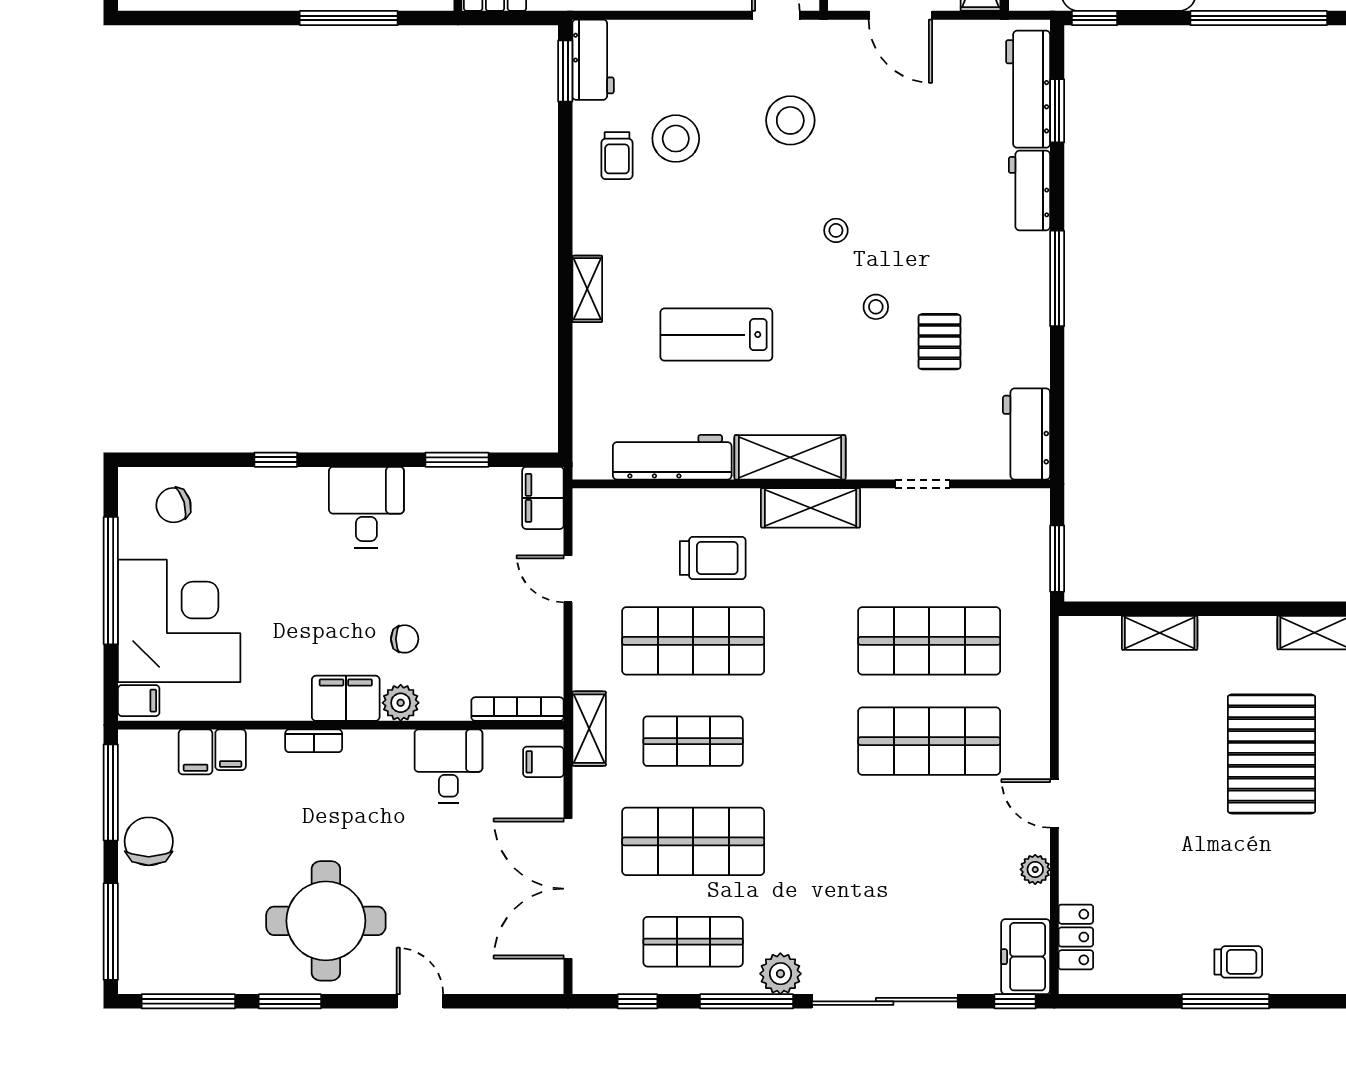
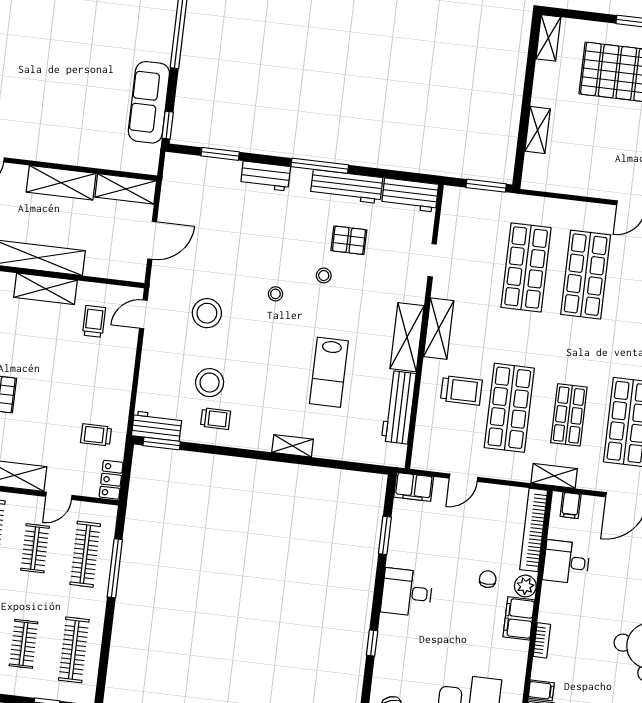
workbench: (1028, 89) -> (347, 187), moved
trolley: (713, 558) -> (461, 390), turned 90
bookcase: (517, 709) -> (534, 530), width x1.48, depth x1.31

